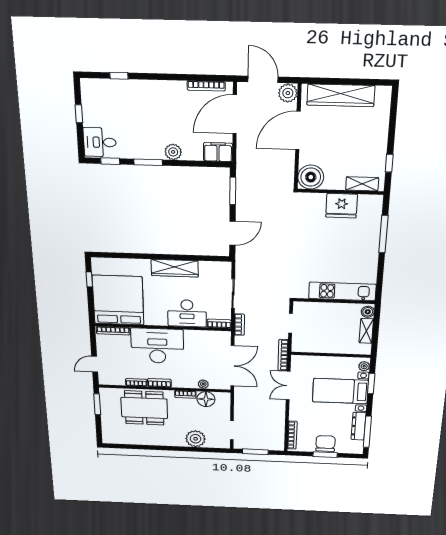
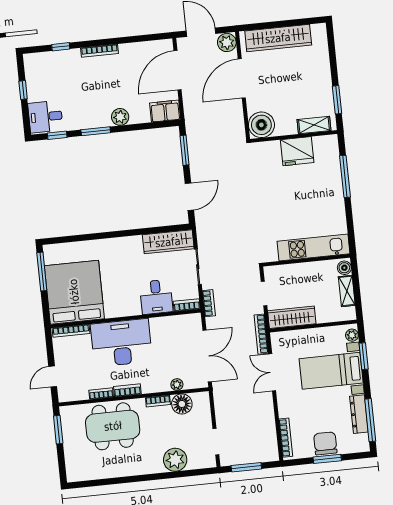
bookcase: (206, 86) -> (100, 51), moved
window: (389, 163) -> (337, 100), width x1.50
wardrobe: (175, 268) -> (168, 242), moved
window: (89, 279) -> (42, 272), width x2.17
desk: (187, 313) -> (156, 297), width x0.73
wardrobe: (313, 345) -> (292, 317), added

